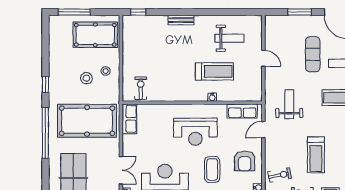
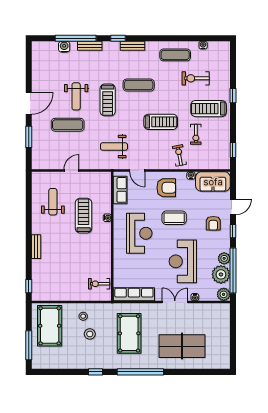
row of seats: (129, 119) -> (134, 294), width x1.48
pool table: (87, 121) -> (129, 333), width x0.73, depth x0.76

